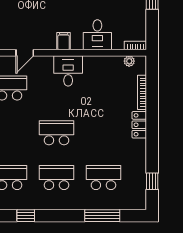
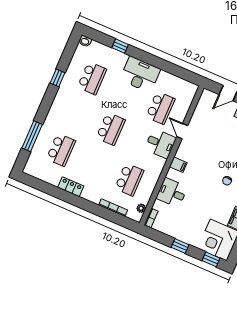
desk: (68, 71) -> (160, 144), moved
locker: (139, 125) -> (71, 187), moved
school desk: (56, 178) -> (129, 180), moved
window: (152, 181) -> (42, 186), removed

